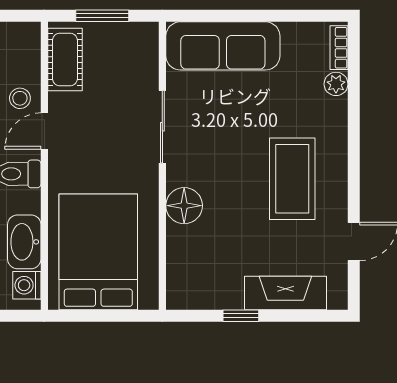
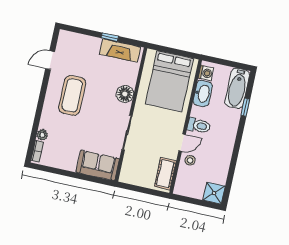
window: (102, 16) -> (144, 190), removed
sofa: (223, 46) -> (98, 165), width x0.73
fireplace: (285, 293) -> (120, 50), moved

